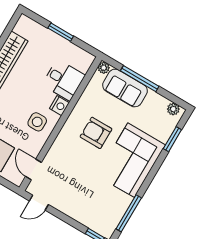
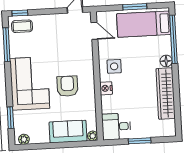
window: (140, 79) -> (62, 145), removed
desk: (64, 80) -> (116, 127), moved
armchair: (96, 133) -> (67, 86), turned -90
coffee table: (101, 221) -> (22, 26), added

